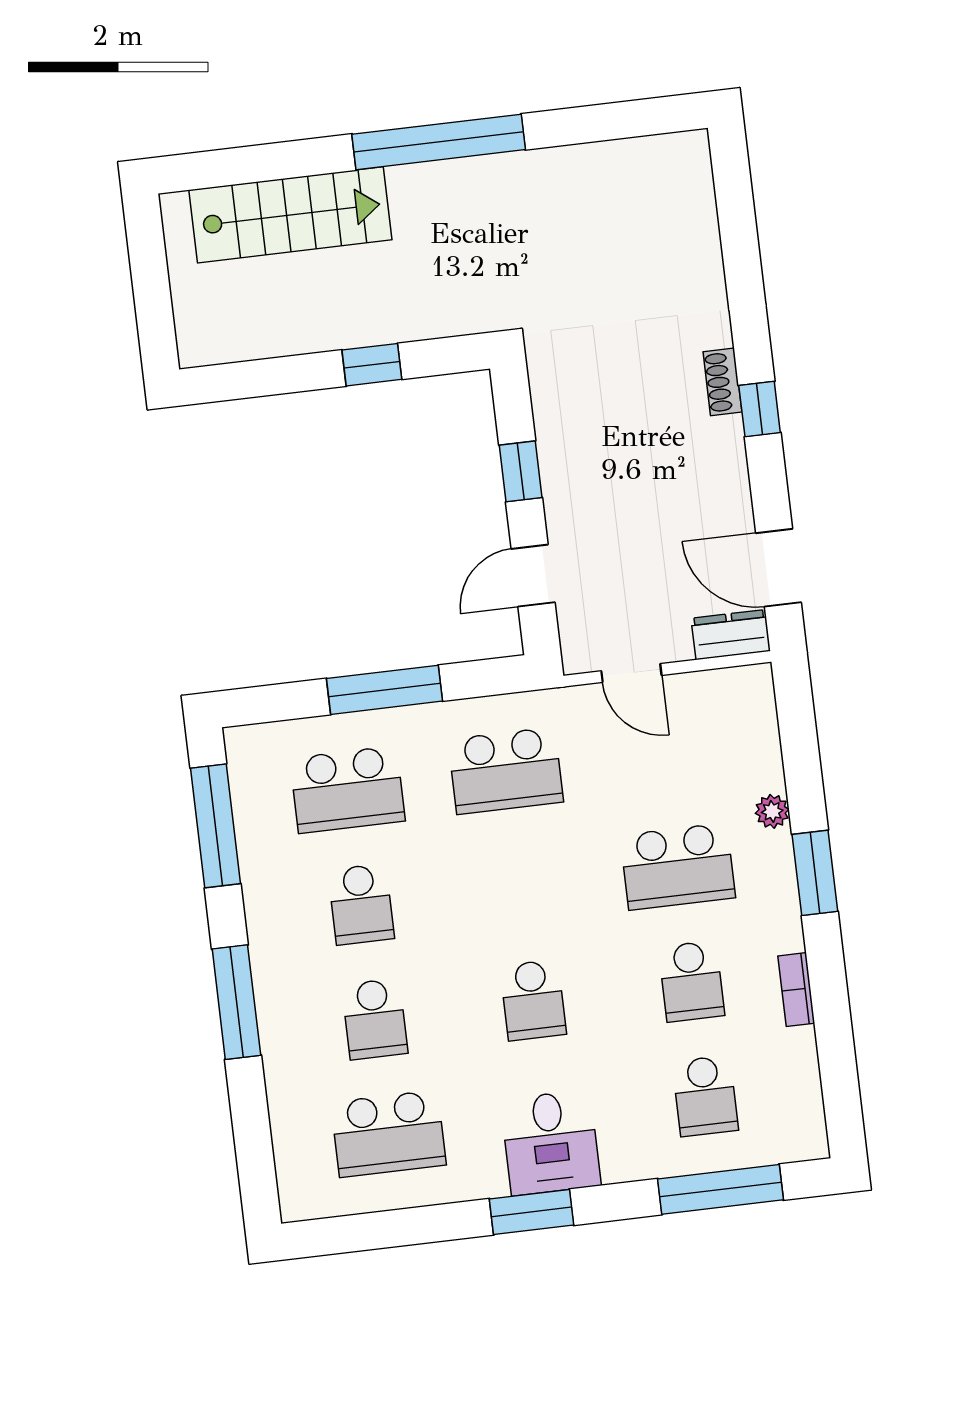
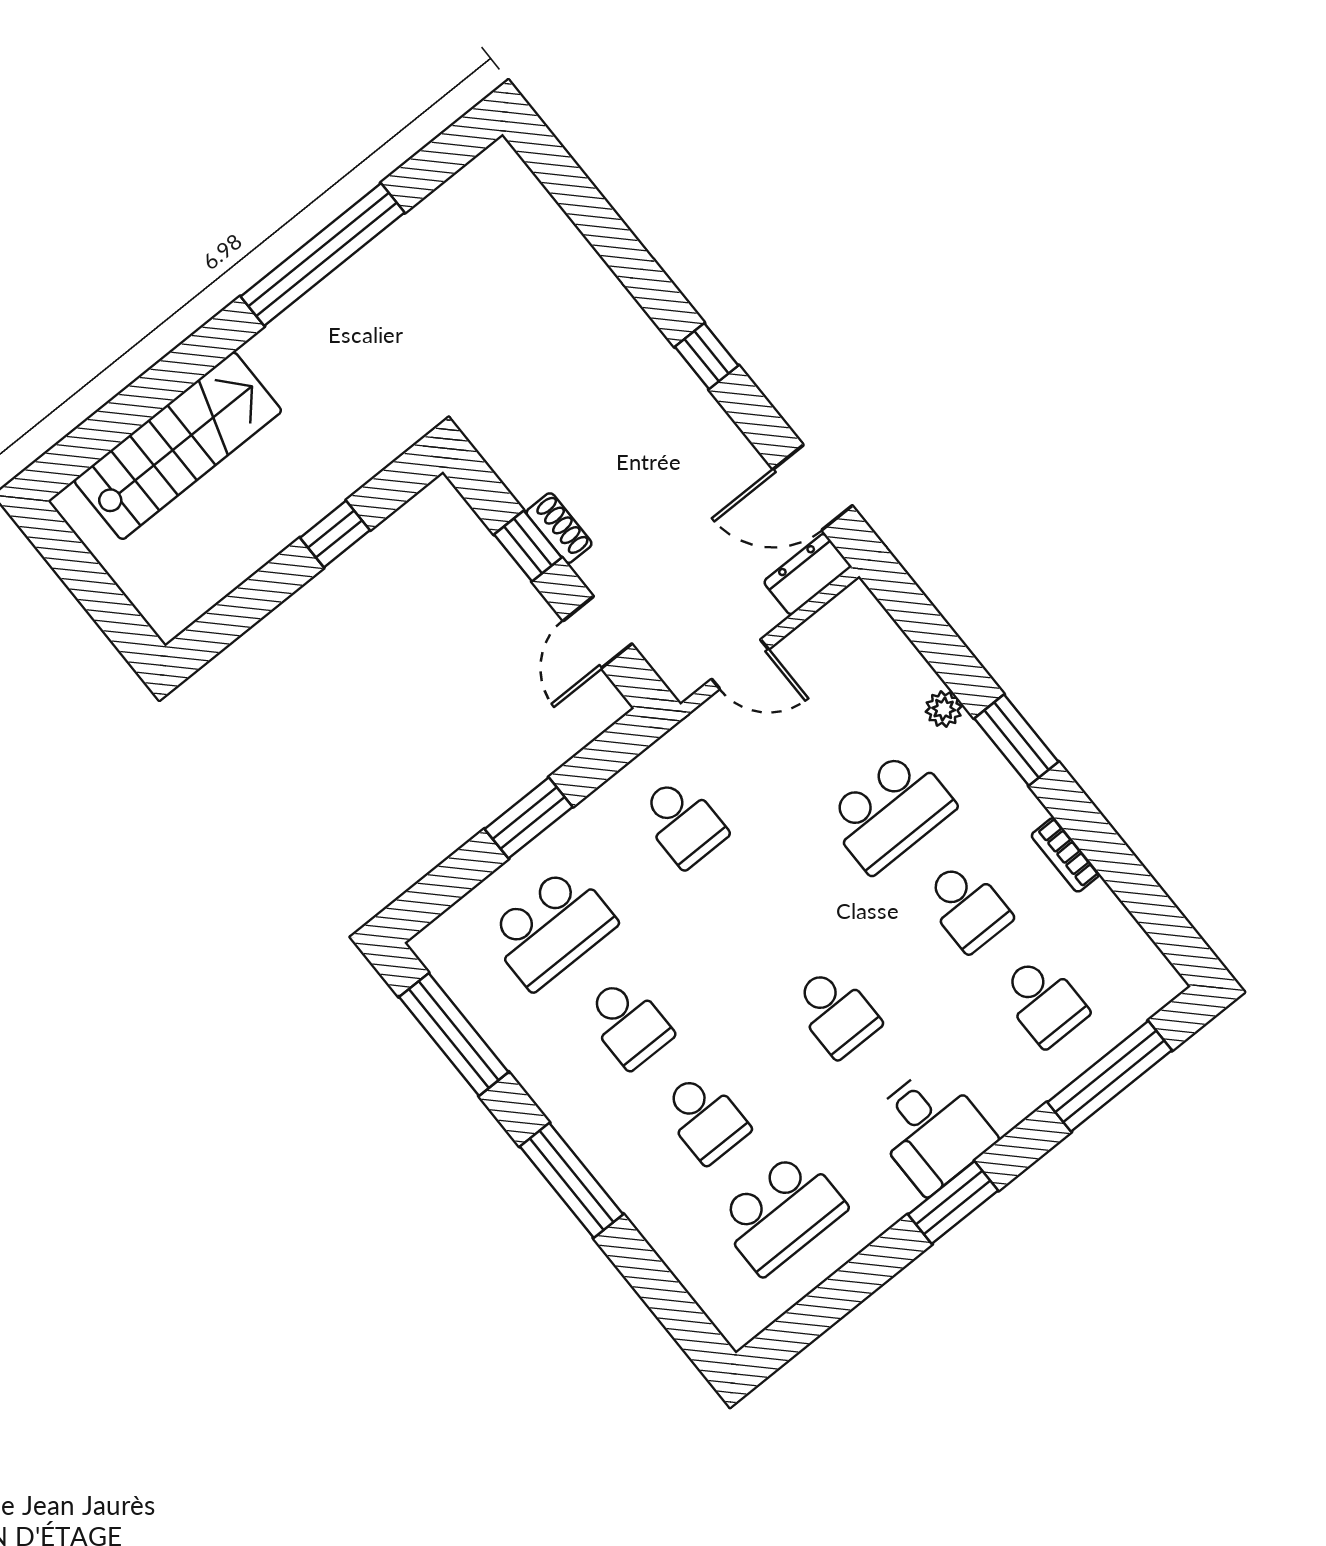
window: (439, 142) -> (323, 255), moved
shoe rack: (722, 382) -> (559, 528), moved, turned 180
window: (384, 690) -> (529, 818), width x0.69
school desk: (506, 771) -> (683, 822), width x0.54

